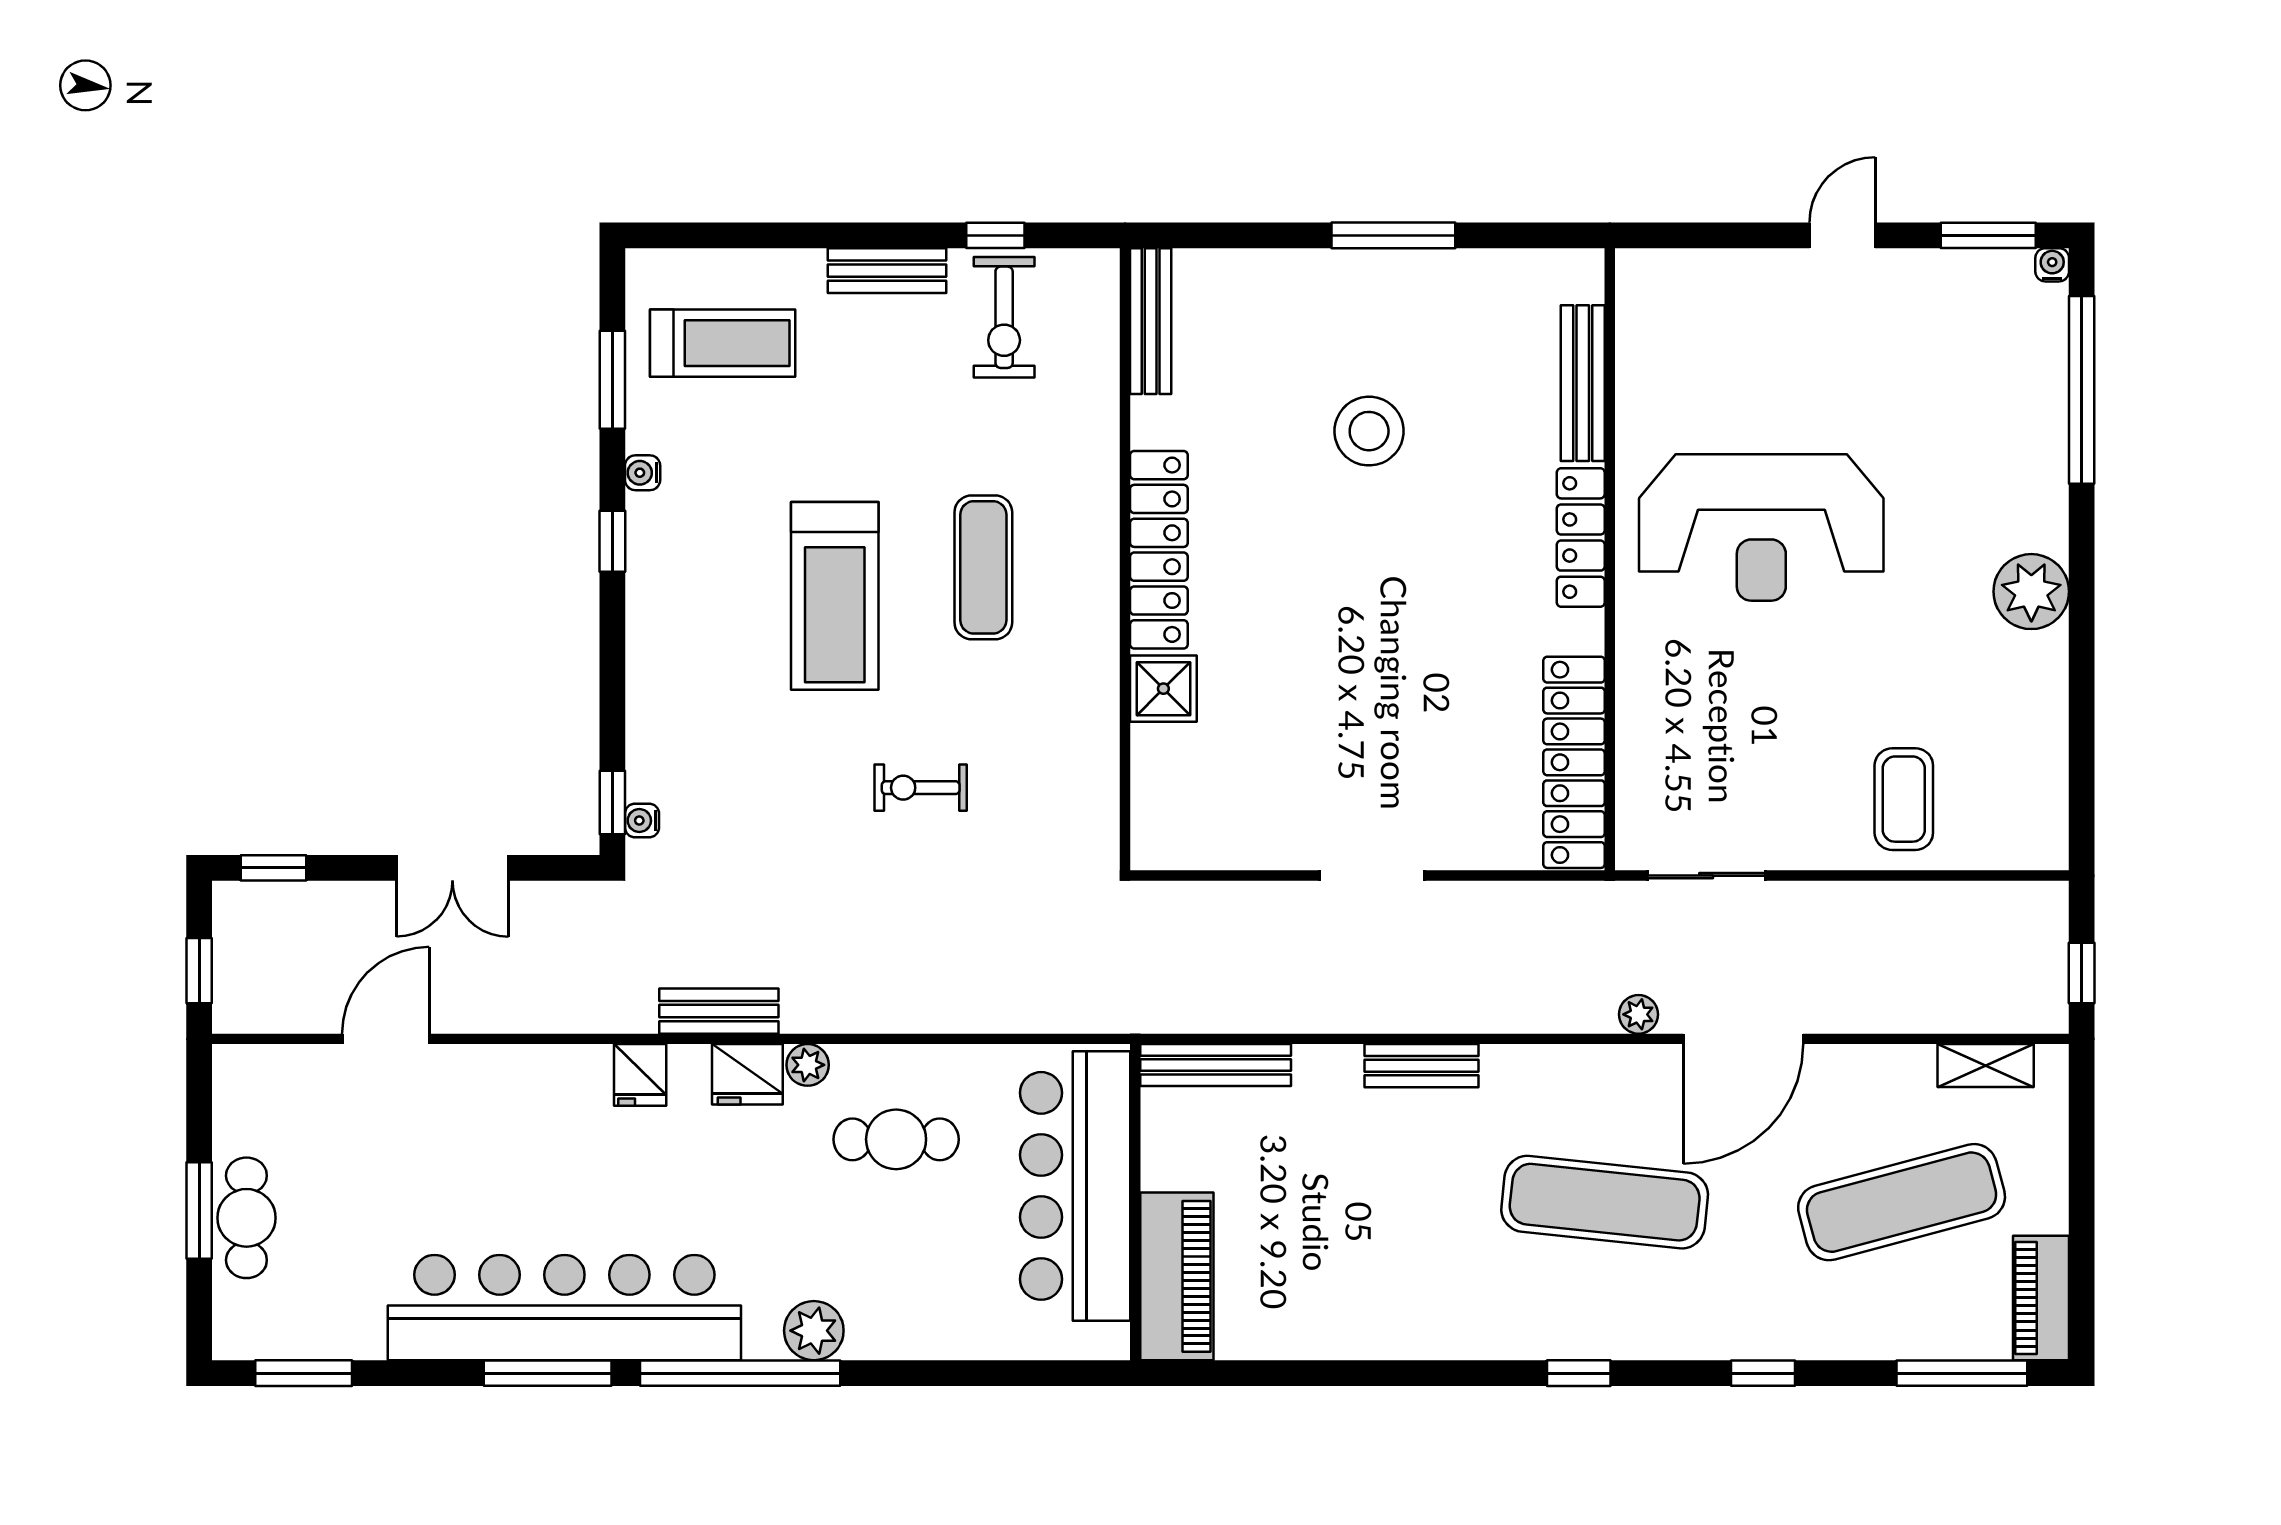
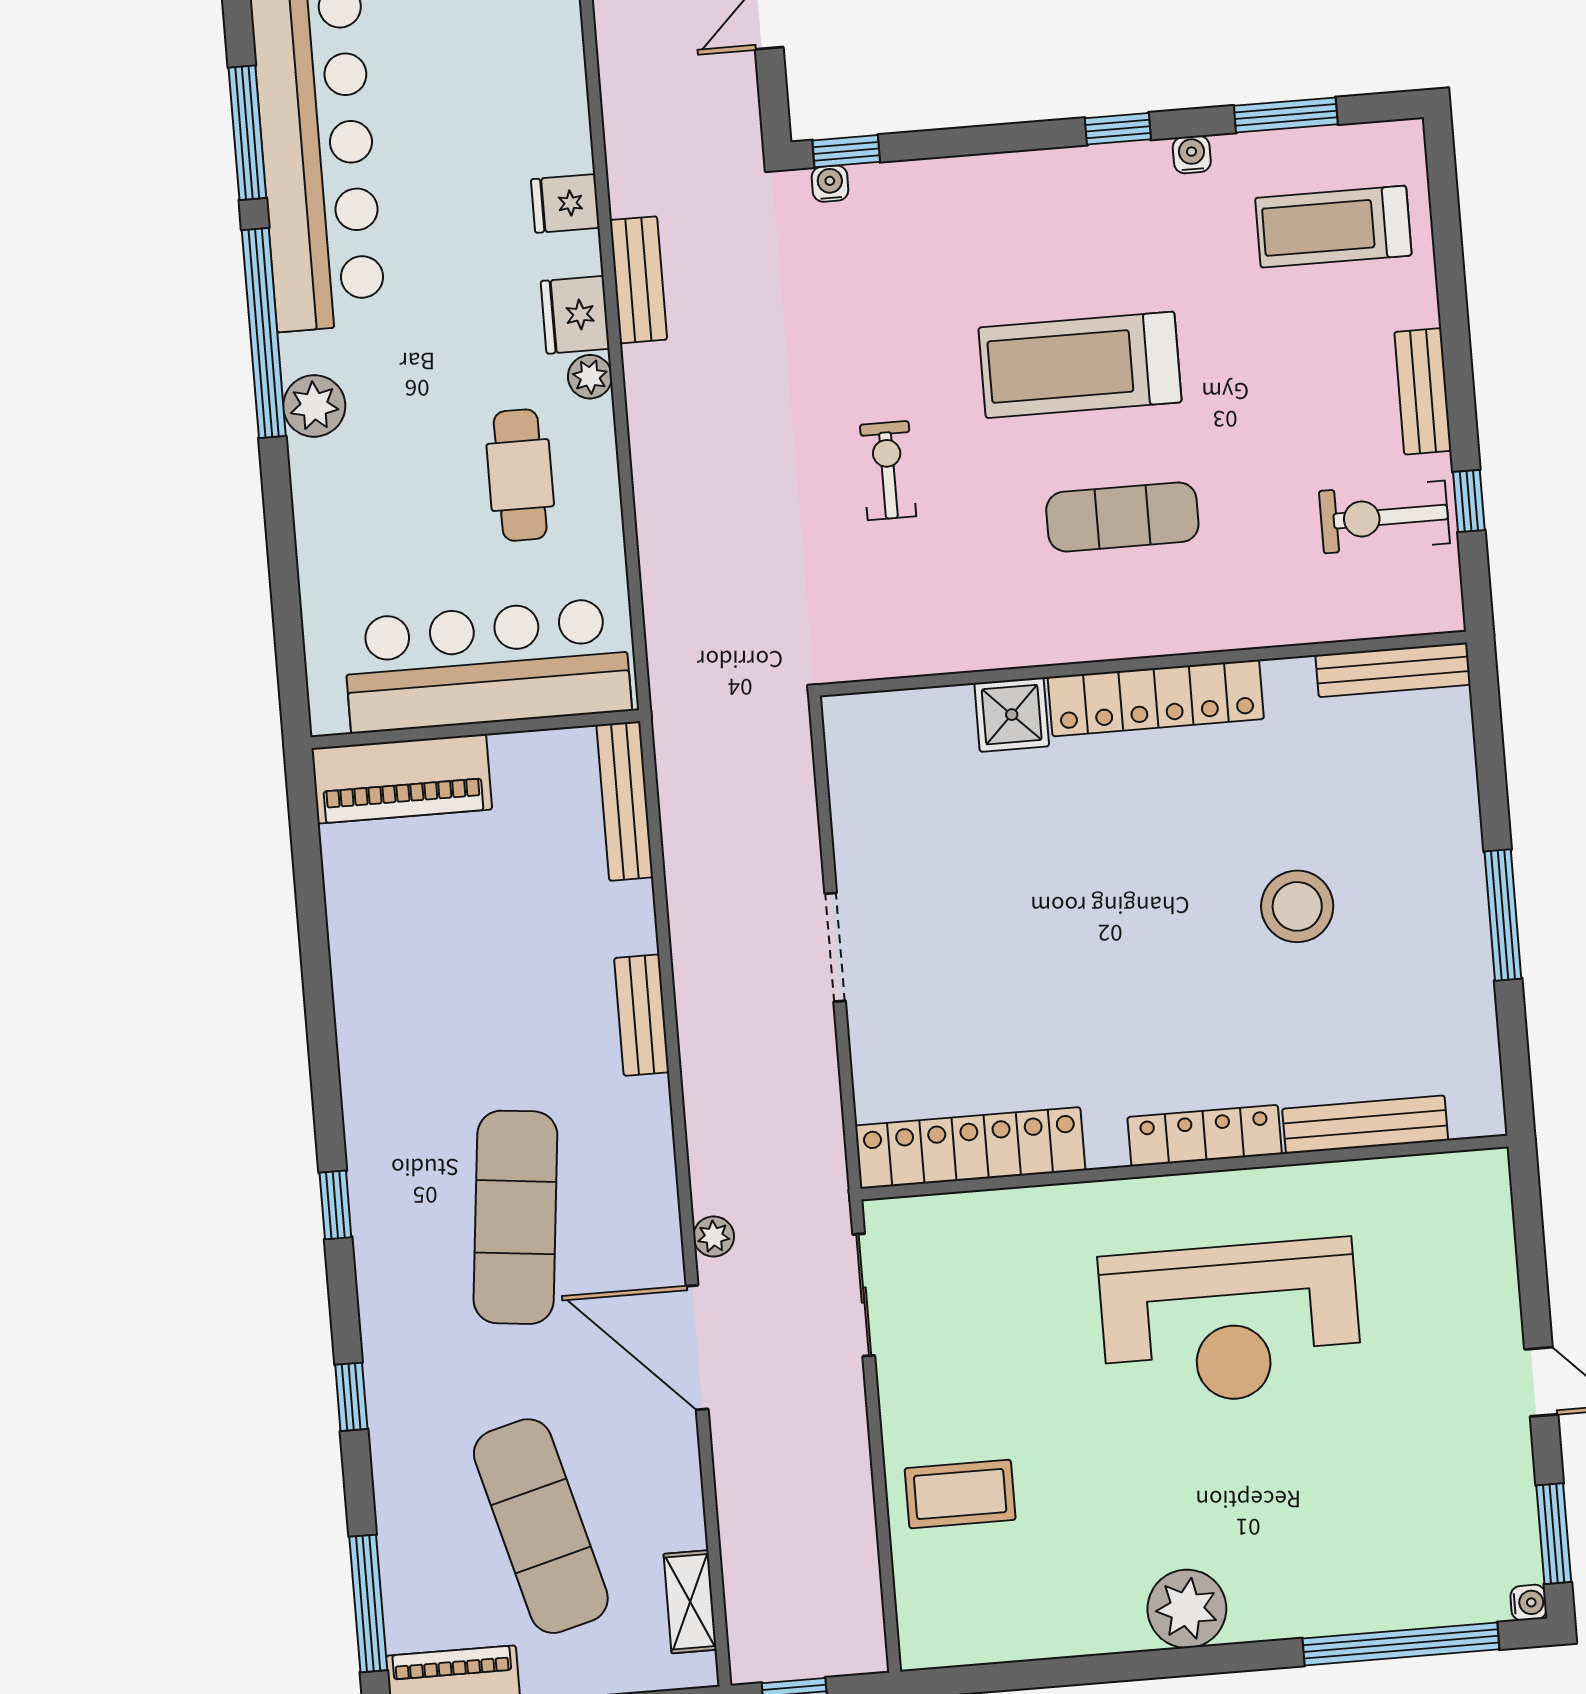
treadmill: (723, 343) -> (1333, 227), turned 90
reception desk: (1761, 528) -> (1230, 1323), turned -90

